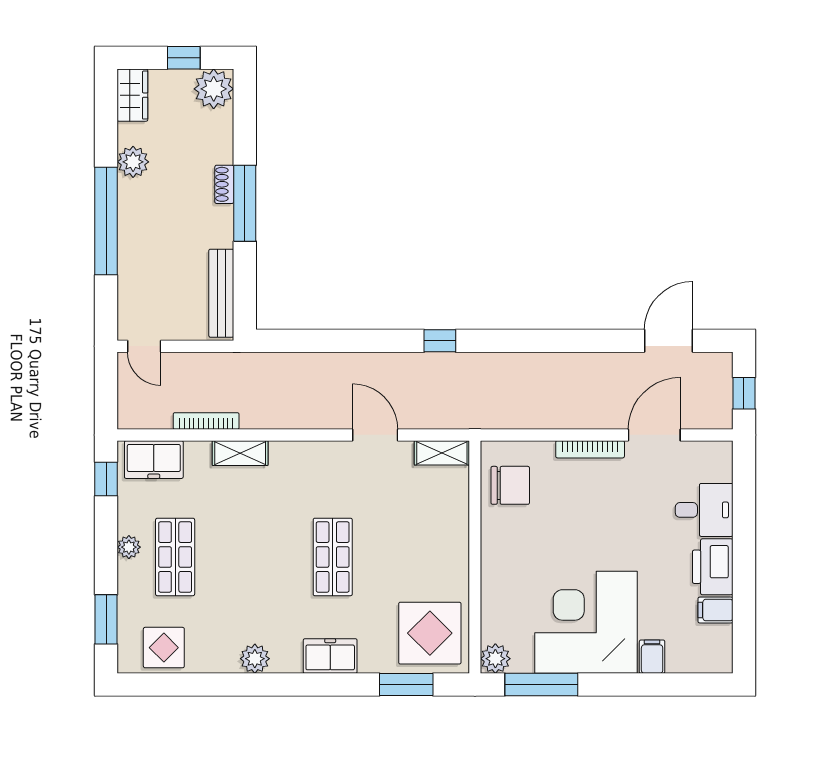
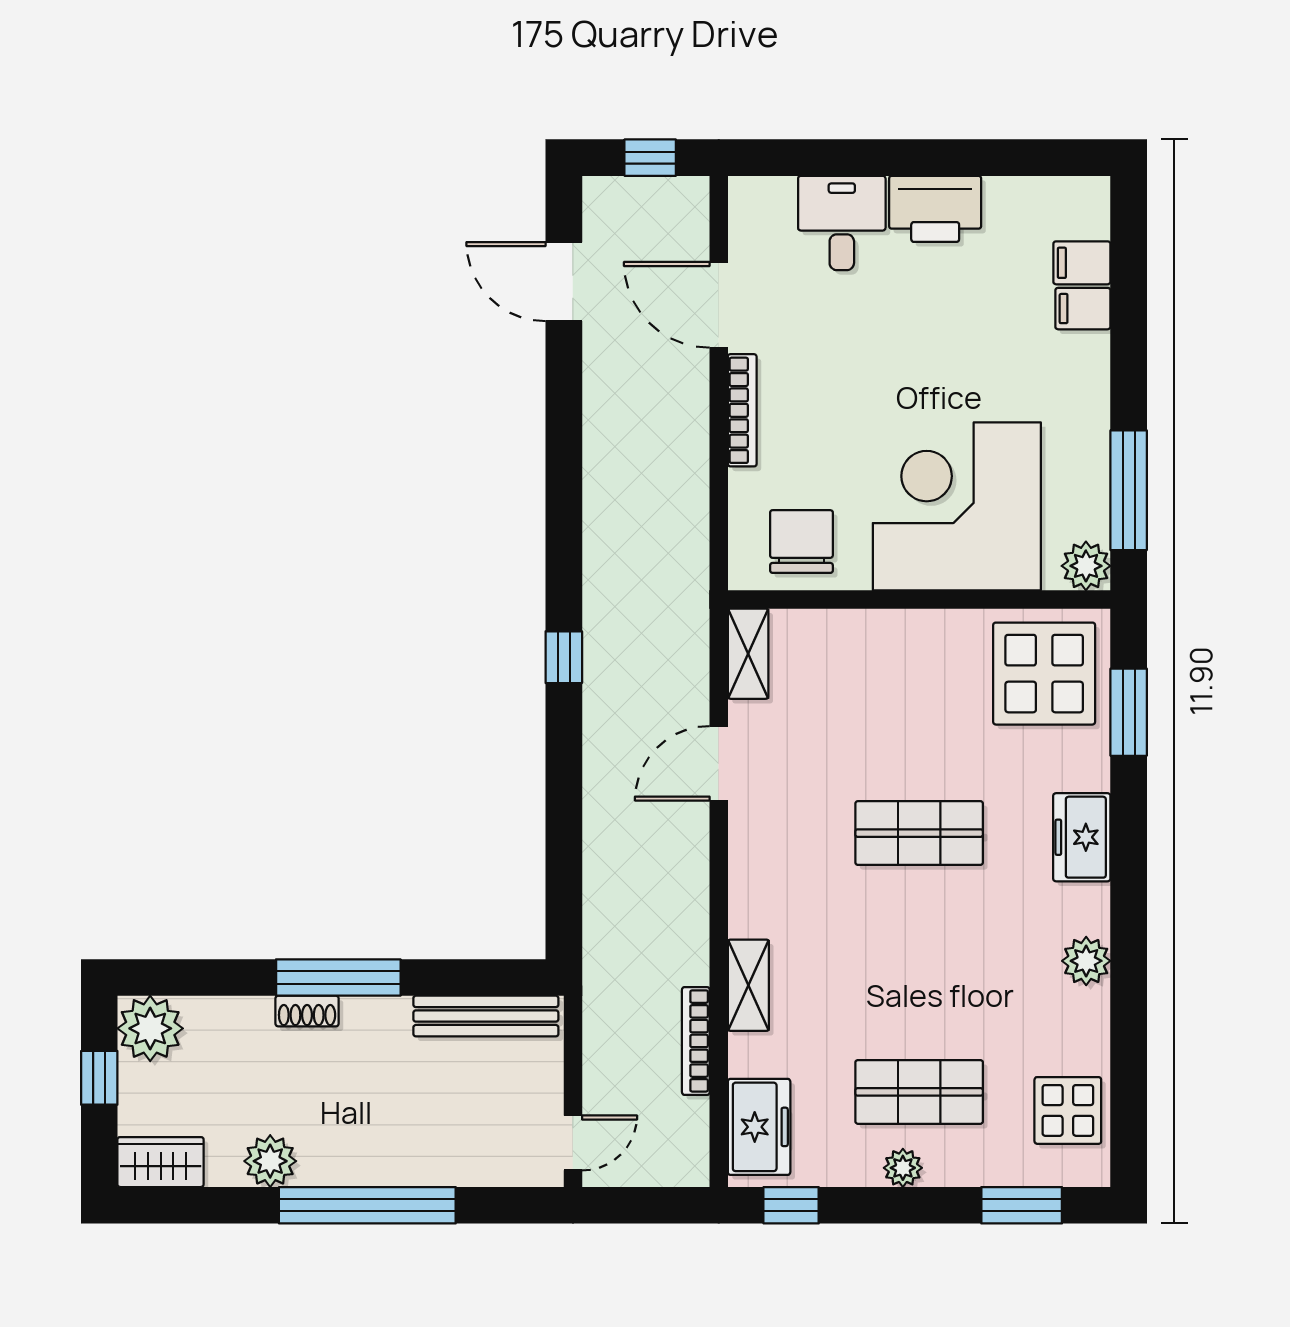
filing cabinet: (715, 610) -> (1082, 263), moved, turned 90
corner desk: (586, 622) -> (957, 506), moved, turned 90

